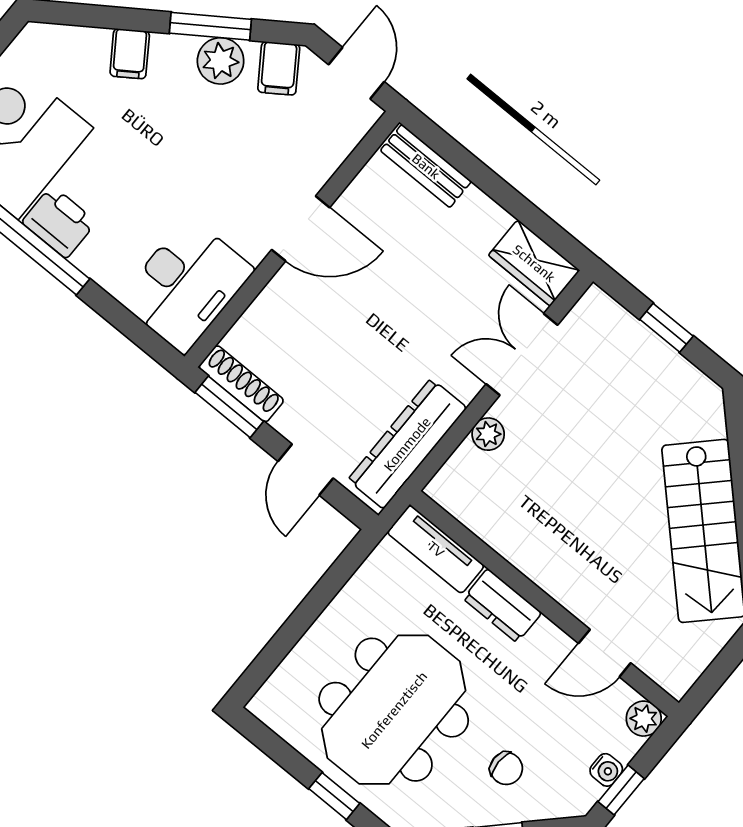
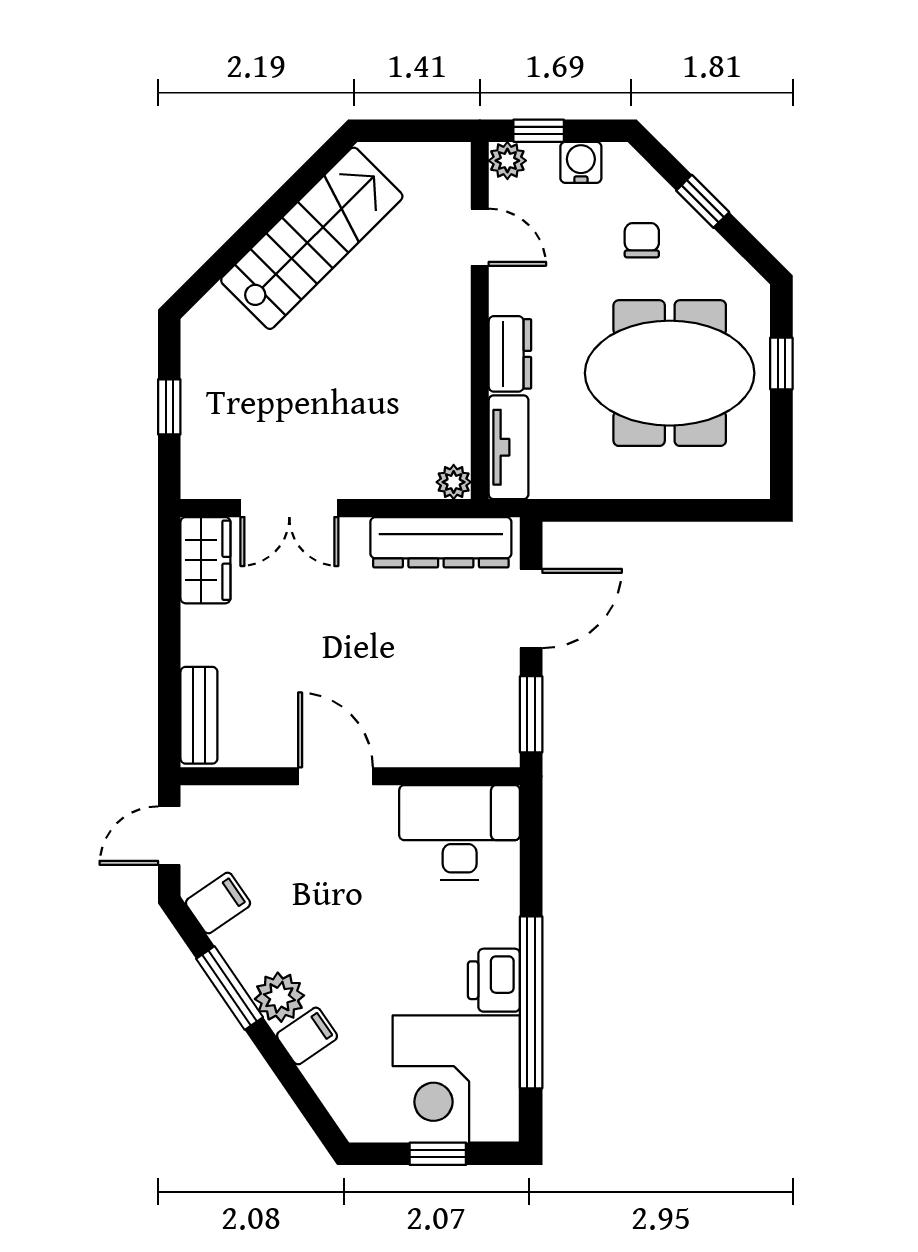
plant: (221, 61) -> (279, 997), moved
shoe rack: (241, 384) -> (504, 720), removed
plant: (488, 434) -> (454, 482), moved
door: (306, 470) -> (531, 608), width x1.38
water cooler: (606, 770) -> (581, 162), width x1.38, depth x1.38
window: (621, 790) -> (539, 131), moved

